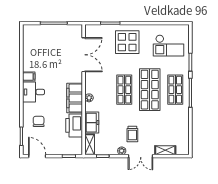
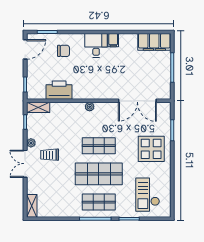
filing cabinet: (75, 98) -> (154, 42), moved, turned 180
freezer: (92, 123) -> (62, 110), removed
shelving: (165, 150) -> (32, 206), moved

